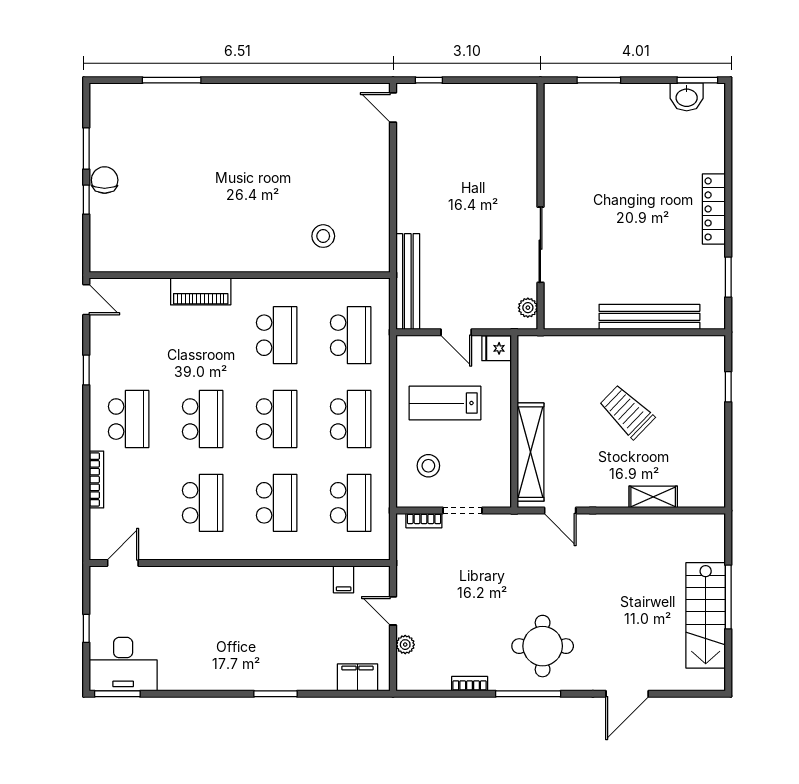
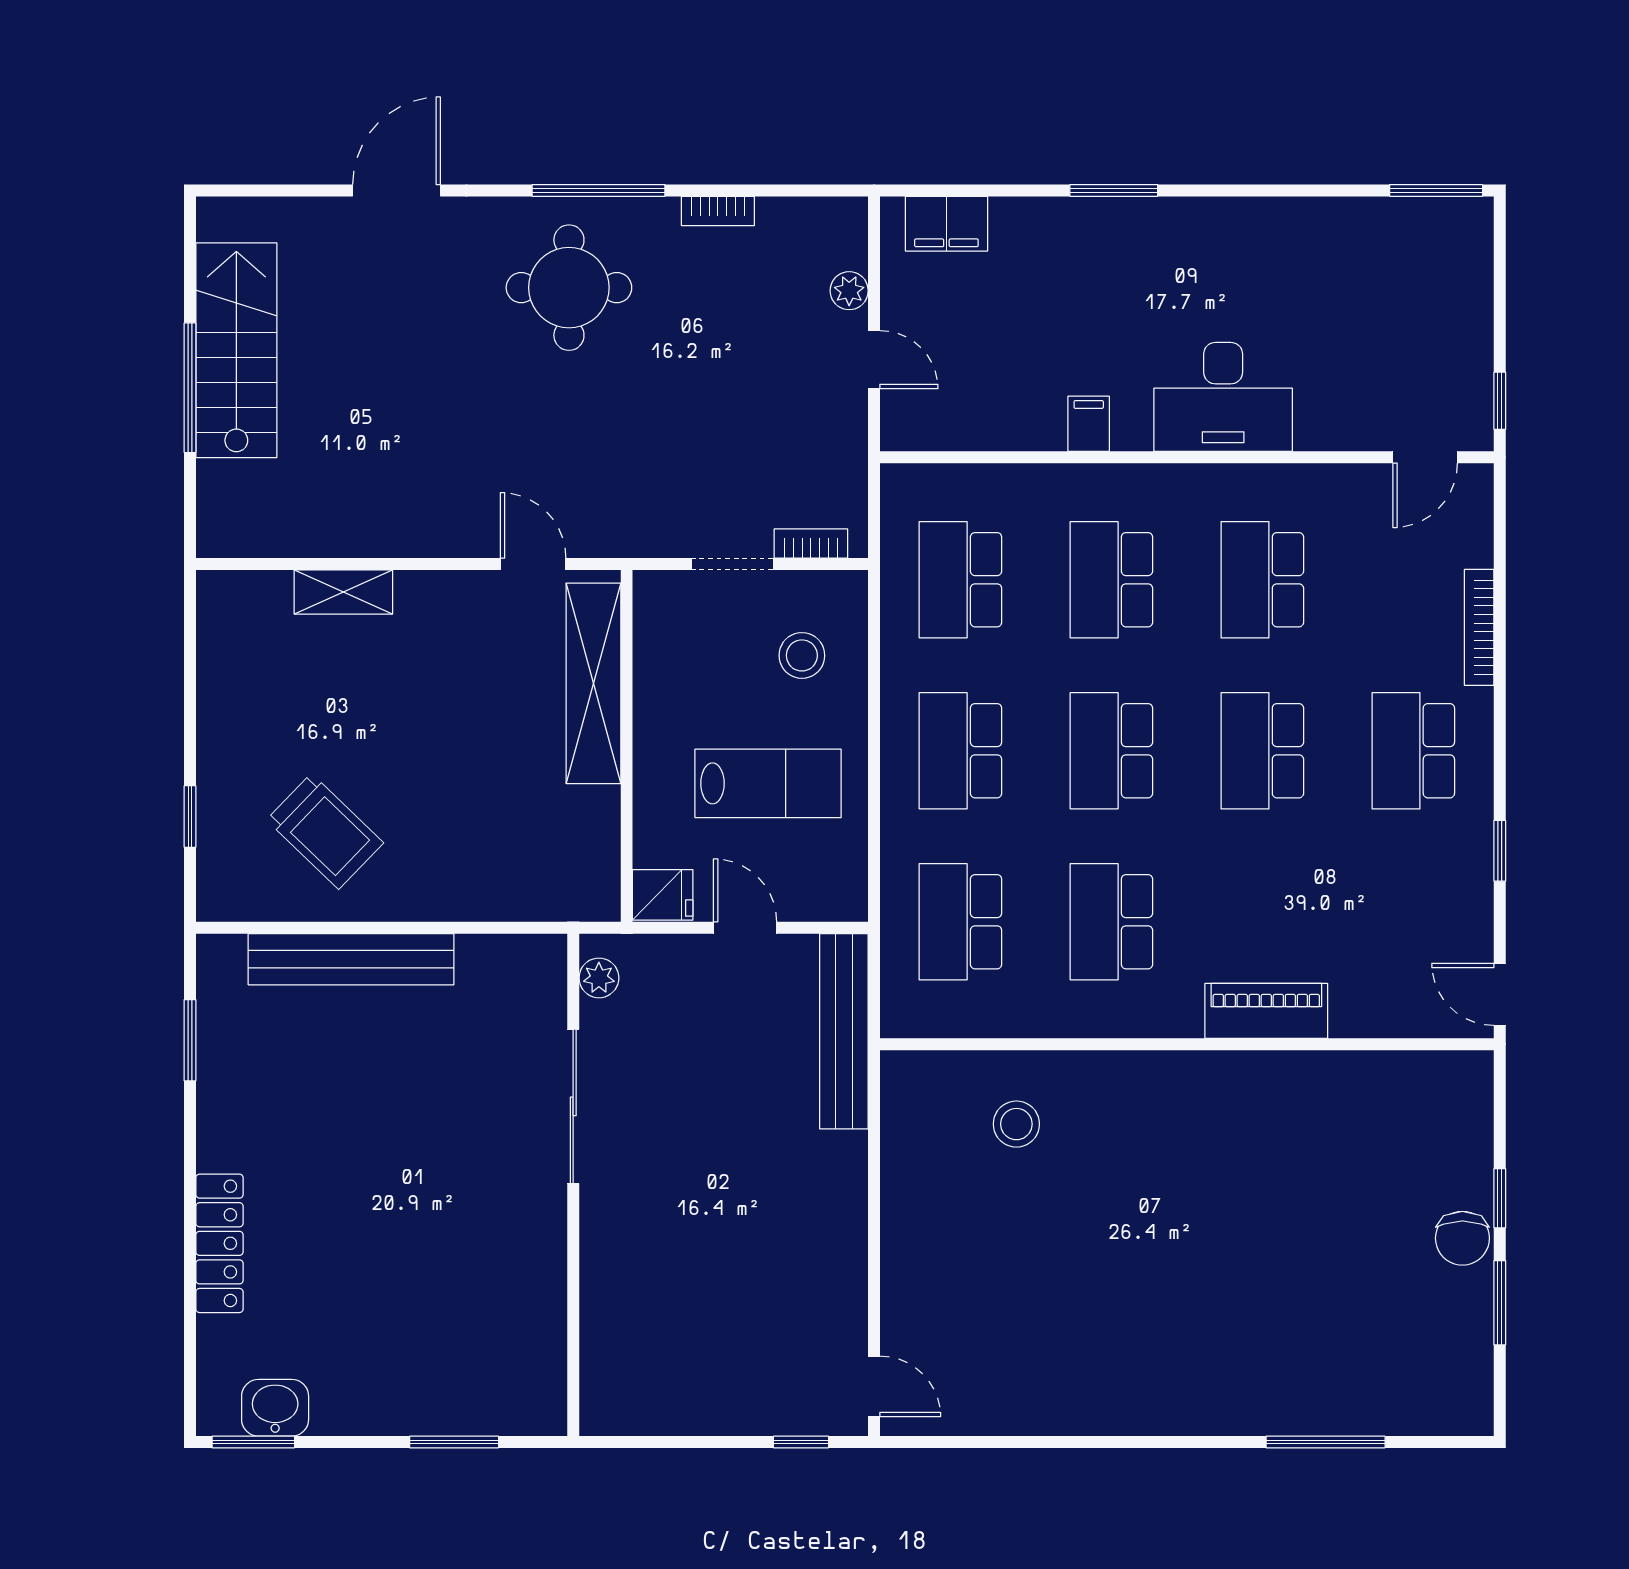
locker: (714, 209) -> (219, 1243), moved
trolley: (627, 412) -> (325, 831), moved
filing cabinet: (344, 579) -> (1089, 424), moved
window: (86, 628) -> (1500, 401), moved
desk: (123, 664) -> (1223, 397), moved, turned 180

